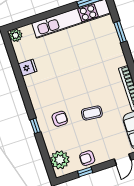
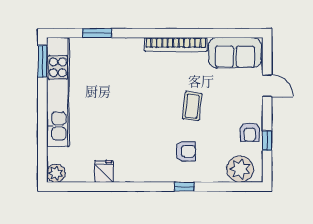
armchair: (60, 119) -> (186, 151), turned 90

